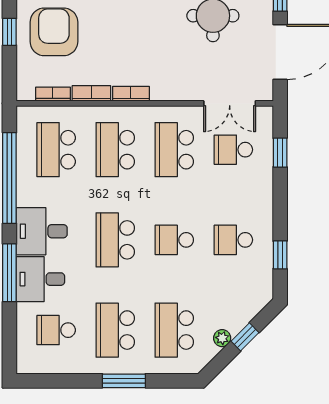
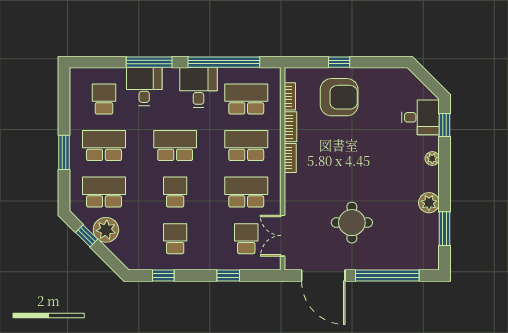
window: (280, 153) -> (228, 276), moved
desk: (42, 231) -> (198, 88), moved
window: (245, 337) -> (87, 236), moved
plant: (222, 338) -> (106, 230), width x1.88, depth x1.88

